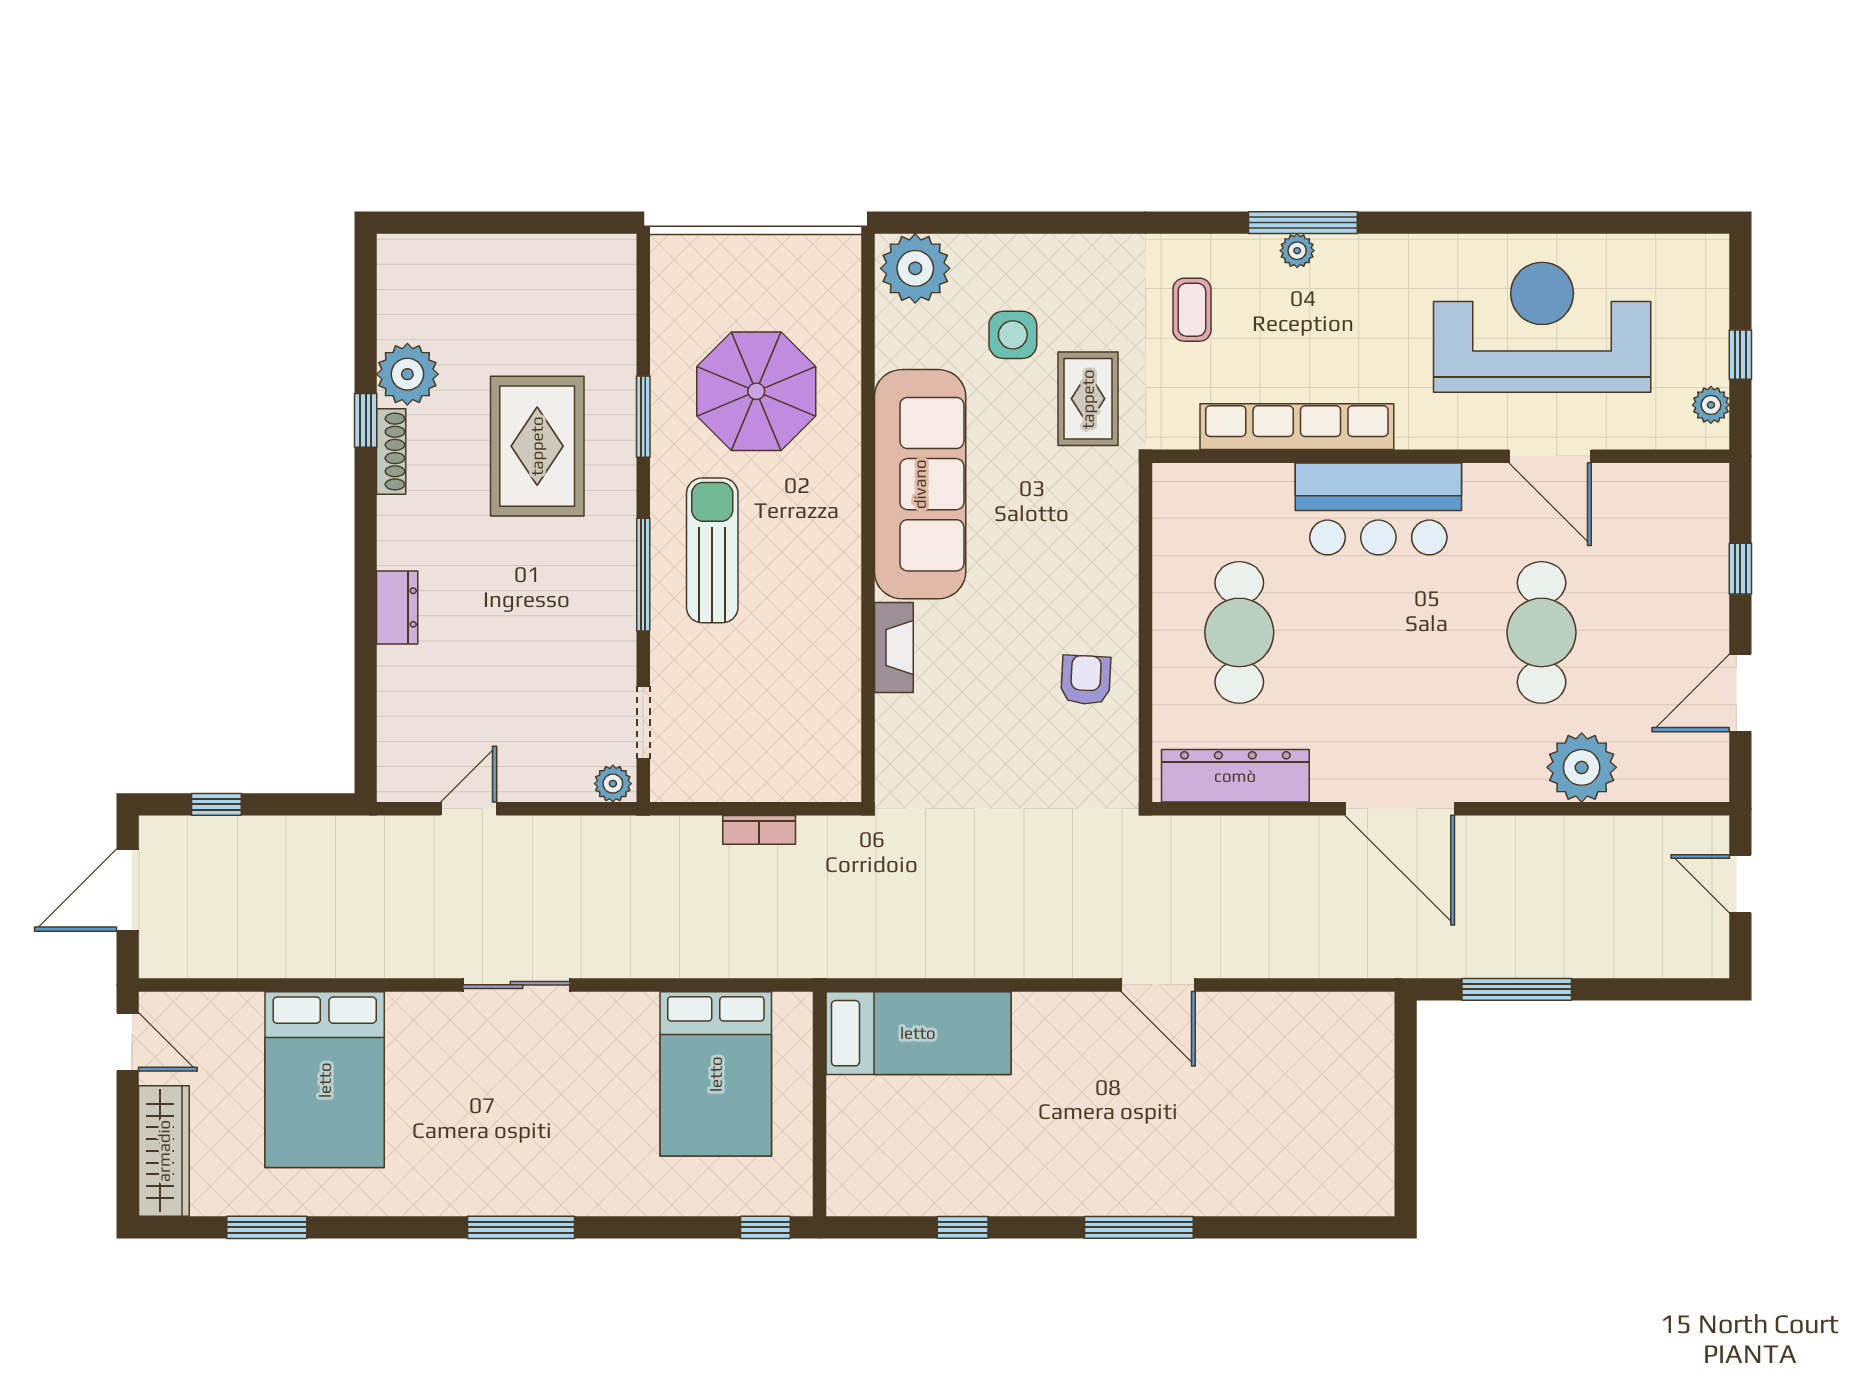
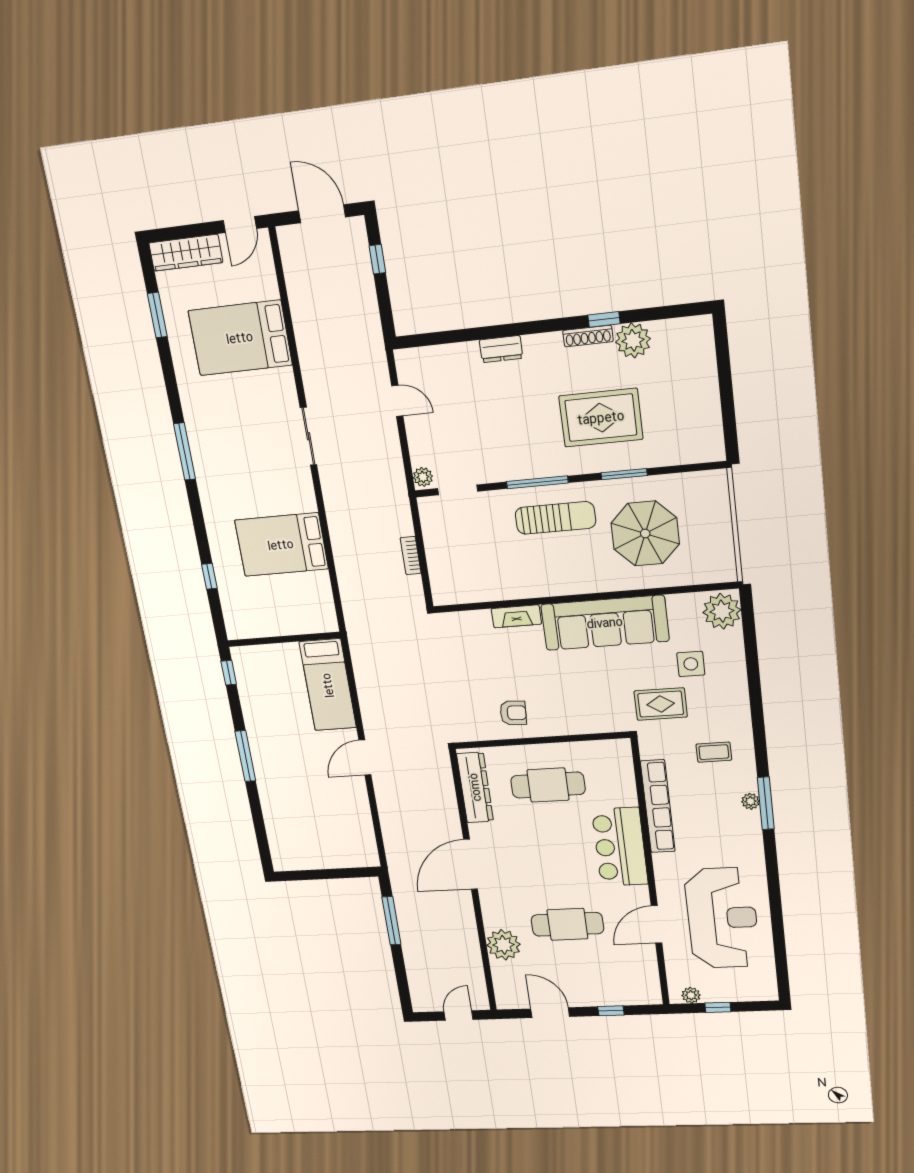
bed: (918, 1033) -> (328, 685), moved
wall: (819, 1104) -> (284, 639), moved

